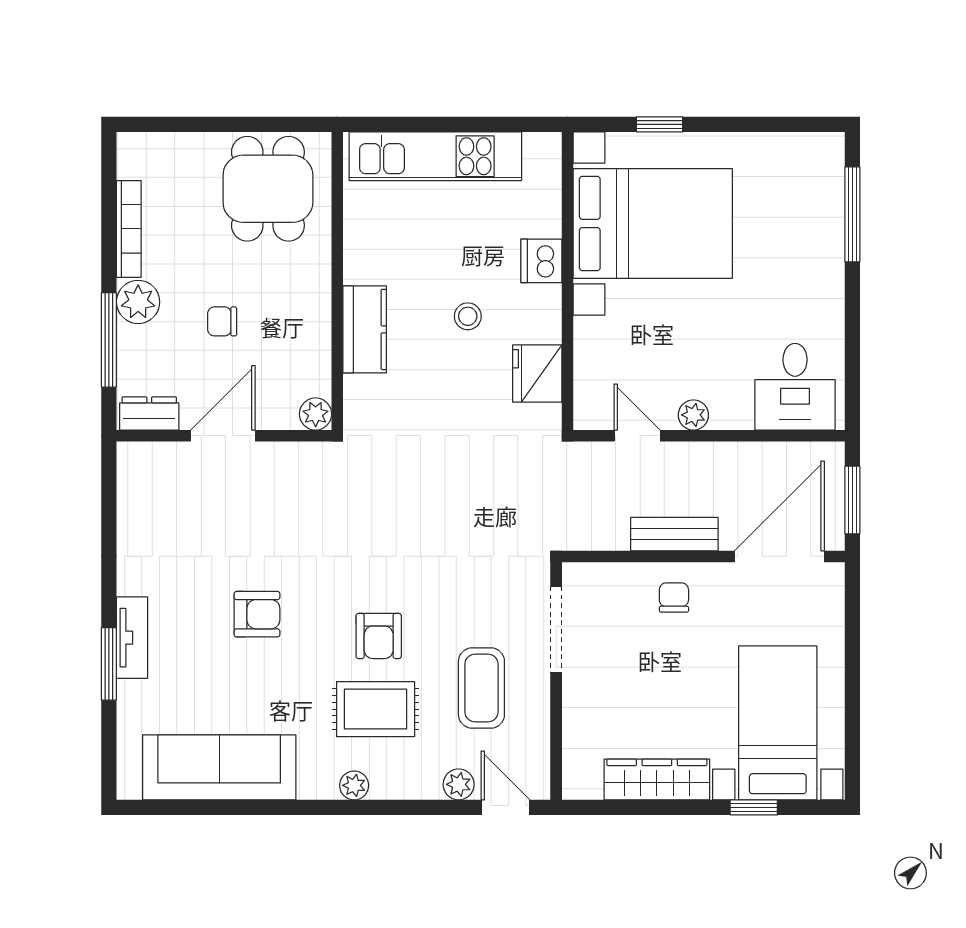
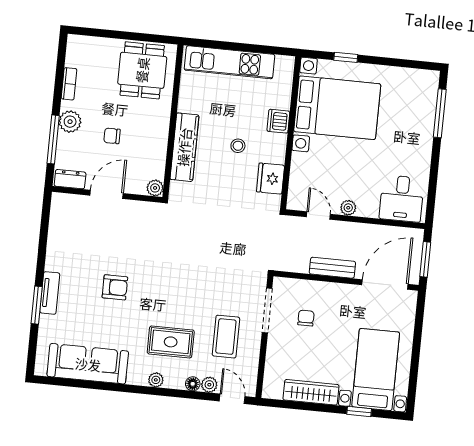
bookcase: (129, 229) -> (69, 84), width x0.64
kitchen counter: (365, 329) -> (184, 147), width x1.50
chair: (674, 597) -> (306, 318), moved
armchair: (379, 636) -> (176, 305), removed
floor lamp: (426, 786) -> (193, 384), added

